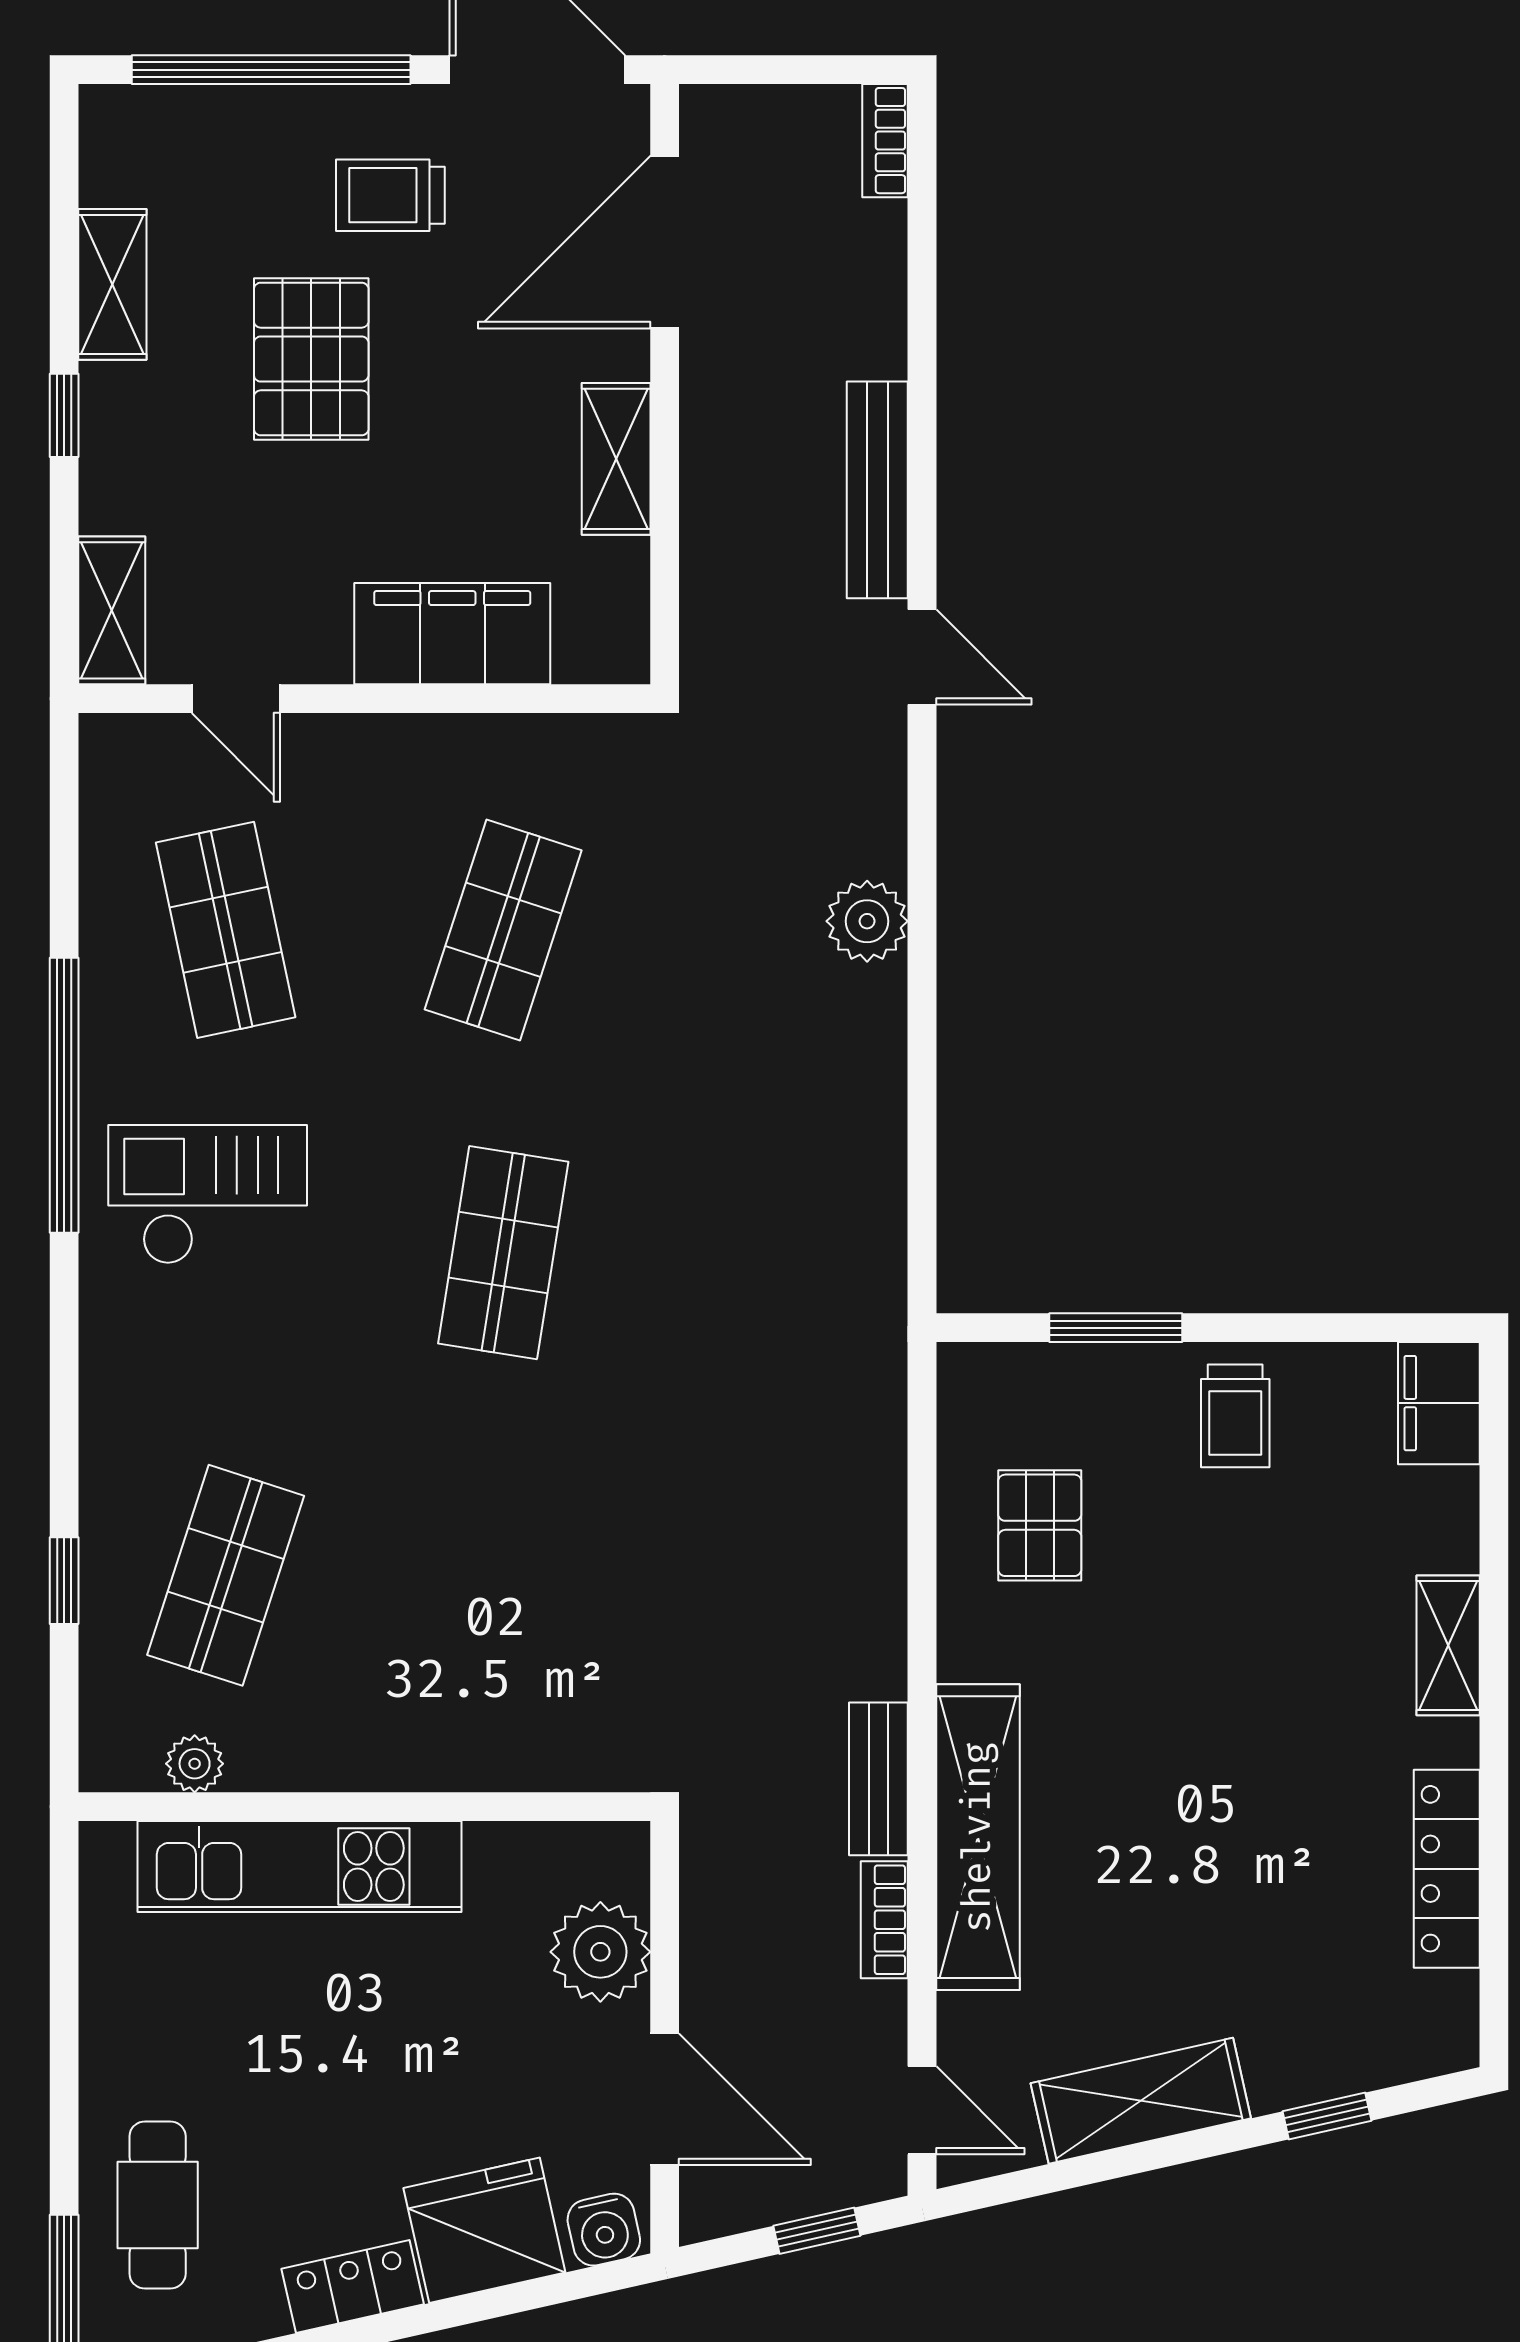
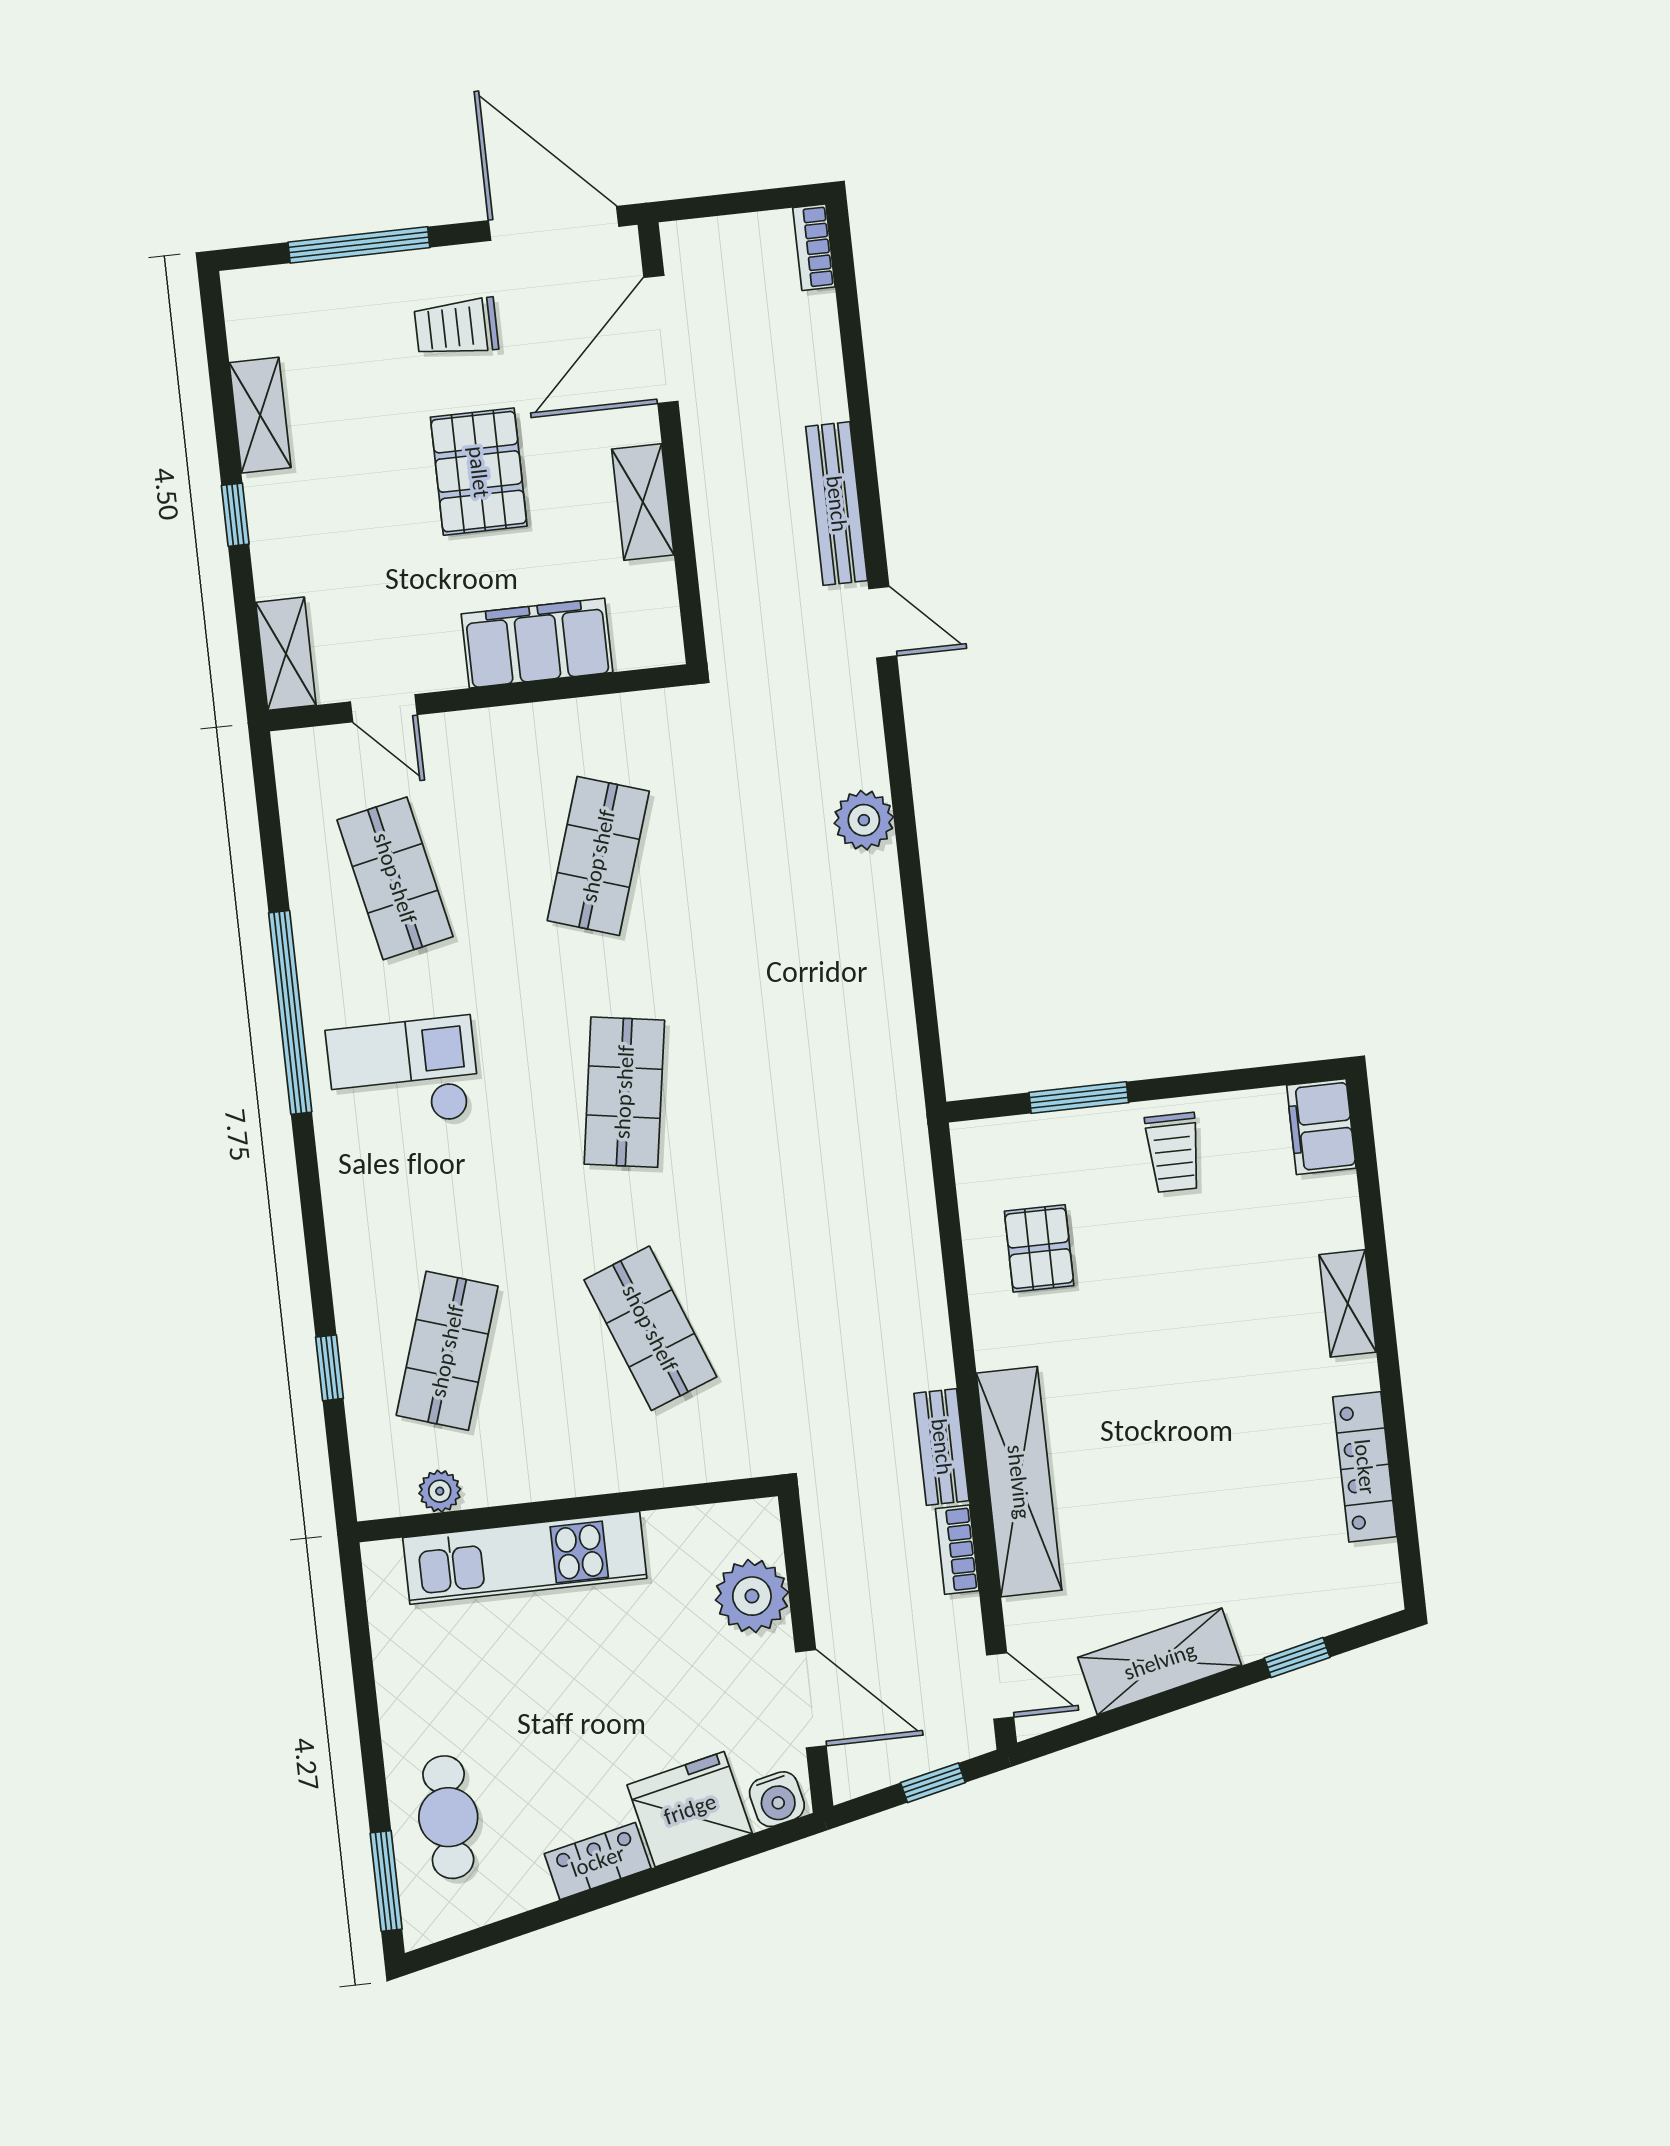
window: (271, 70) -> (359, 245), width x0.68
pallet: (311, 359) -> (479, 472), moved
shop shelf: (503, 1575) -> (650, 1328), added

